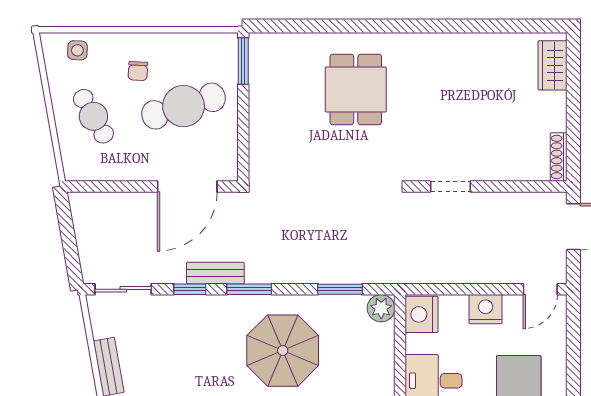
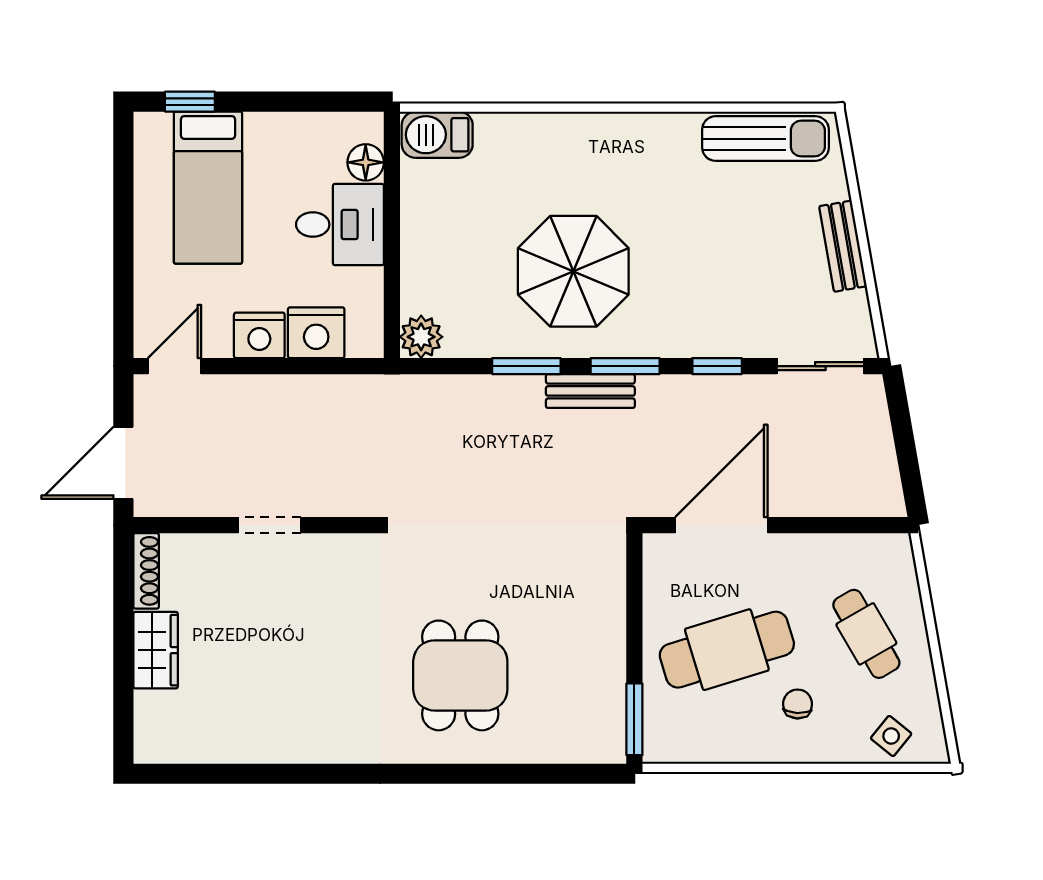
side table: (77, 50) -> (891, 736), turned 36
wardrobe: (553, 65) -> (156, 650), moved
doorway: (450, 186) -> (270, 525), moved
bench: (215, 273) -> (590, 391), moved
window: (340, 289) -> (526, 366), moved
nightstand: (421, 314) -> (316, 333), moved, turned 90

